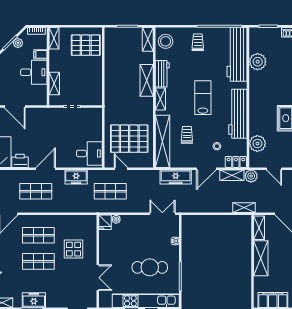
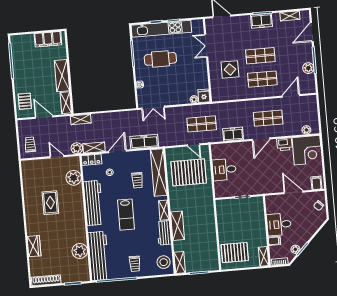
shelving: (54, 84) -> (260, 216), removed
desk: (89, 153) -> (224, 170), moved

